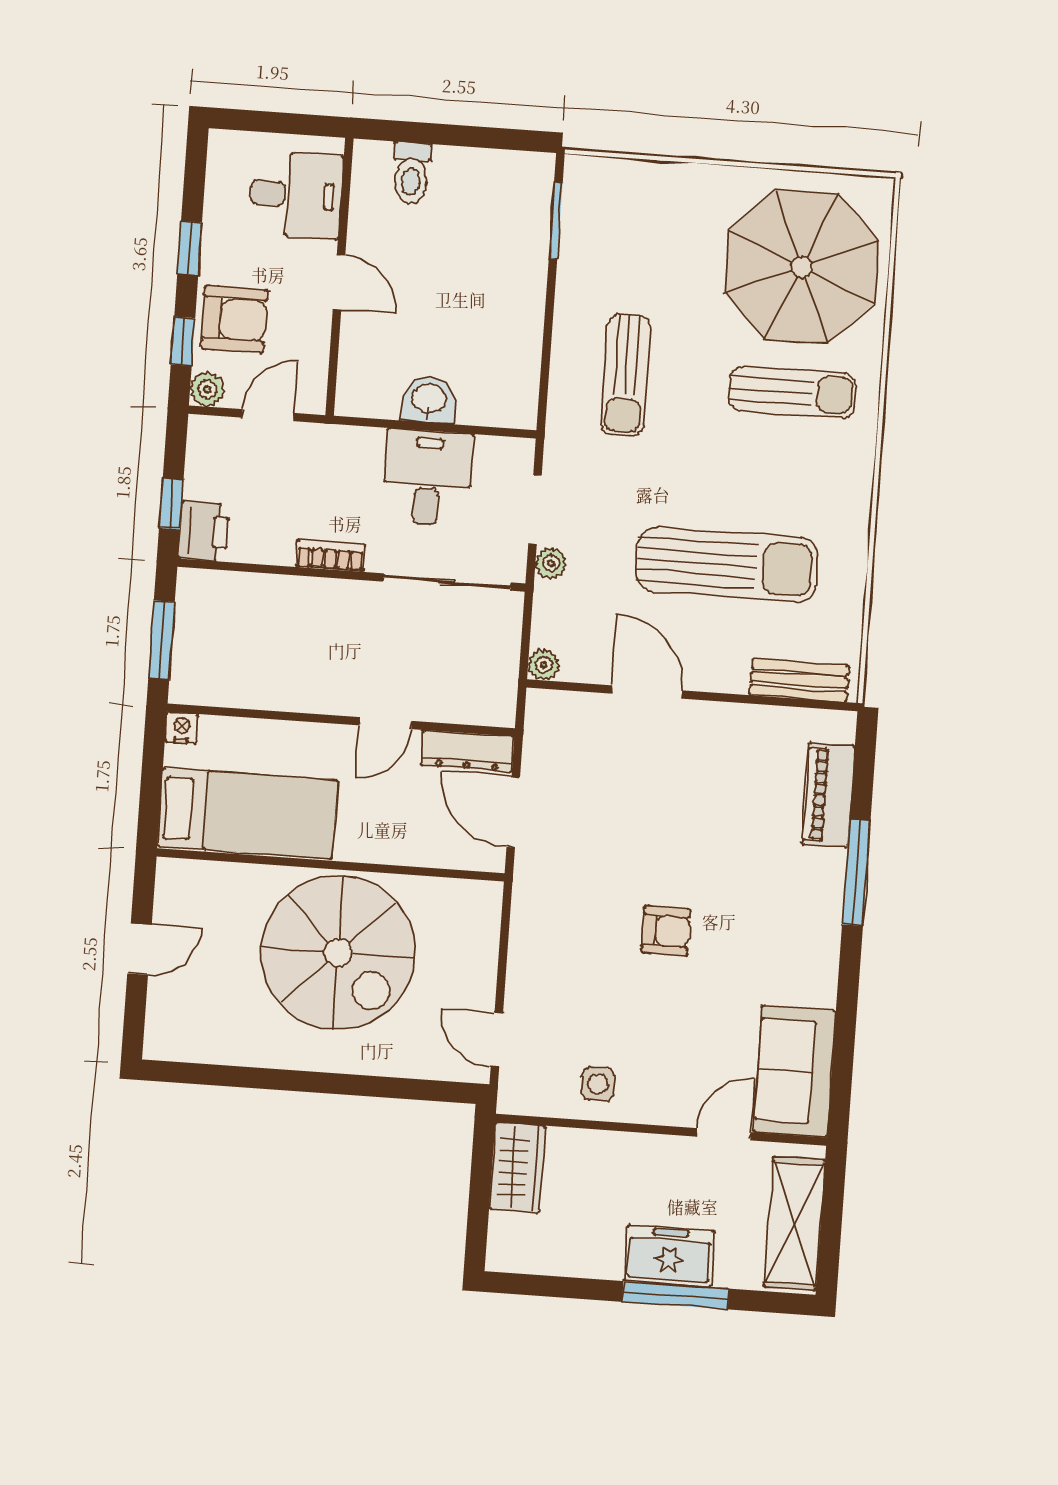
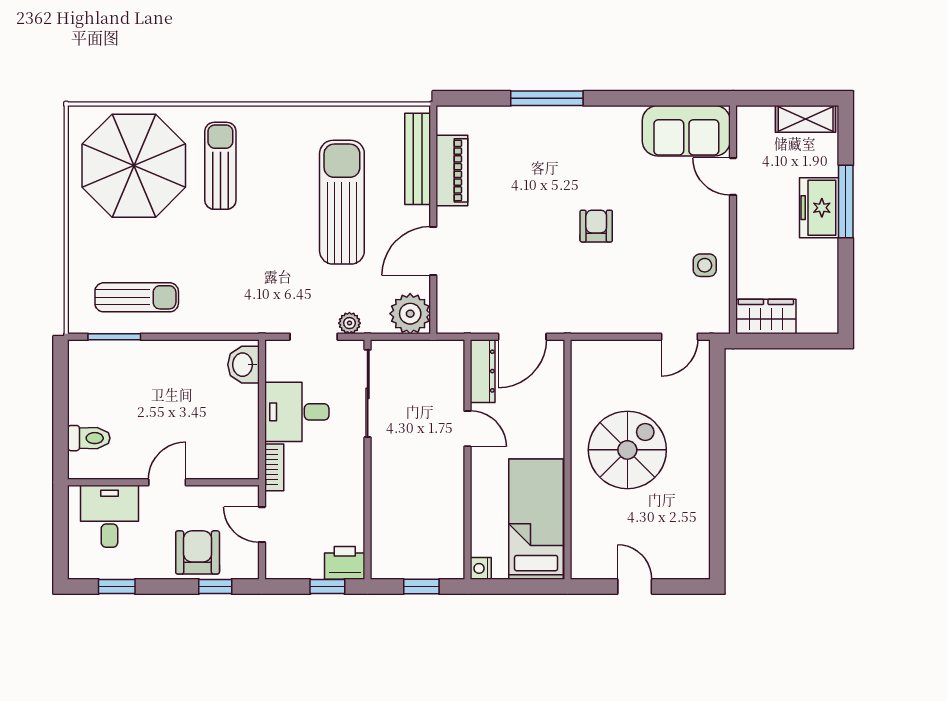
window: (190, 248) -> (117, 587), moved
sun lounger: (626, 375) -> (137, 297), moved
plant: (207, 389) -> (247, 567), removed
washbasin: (429, 400) -> (243, 365), moved
bookcase: (330, 556) -> (274, 467), moved, turned 180
window: (162, 640) -> (421, 587), width x0.67
plant: (544, 665) -> (410, 314), width x1.88, depth x1.88
bench: (799, 680) -> (418, 159), width x1.36
piano: (828, 795) -> (452, 170), moved, turned -90
spiral stairs: (338, 953) -> (627, 450), width x0.73, depth x0.73
shelving: (795, 1223) -> (806, 119), width x0.67, depth x0.75

